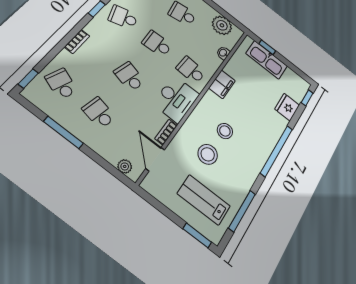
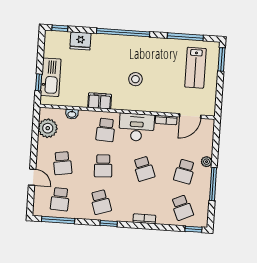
school desk: (129, 77) -> (144, 169), turned -36
school desk: (61, 84) -> (182, 208), turned -45
stool: (208, 154) -> (162, 82), removed
plant: (125, 166) -> (207, 162), moved

